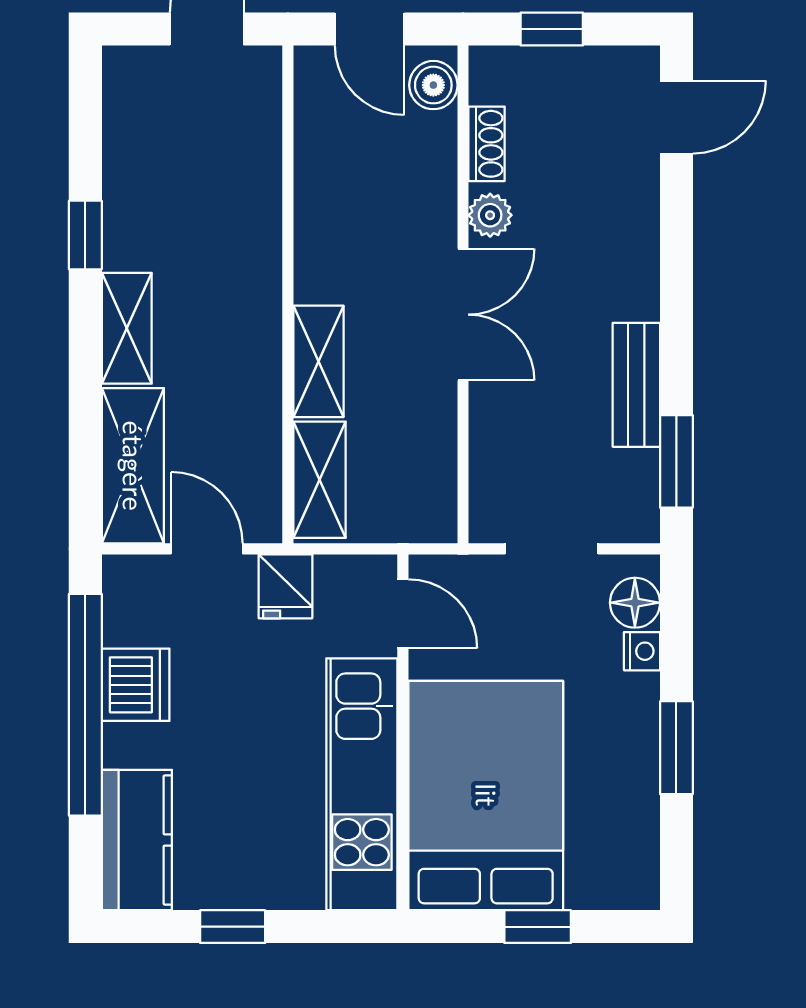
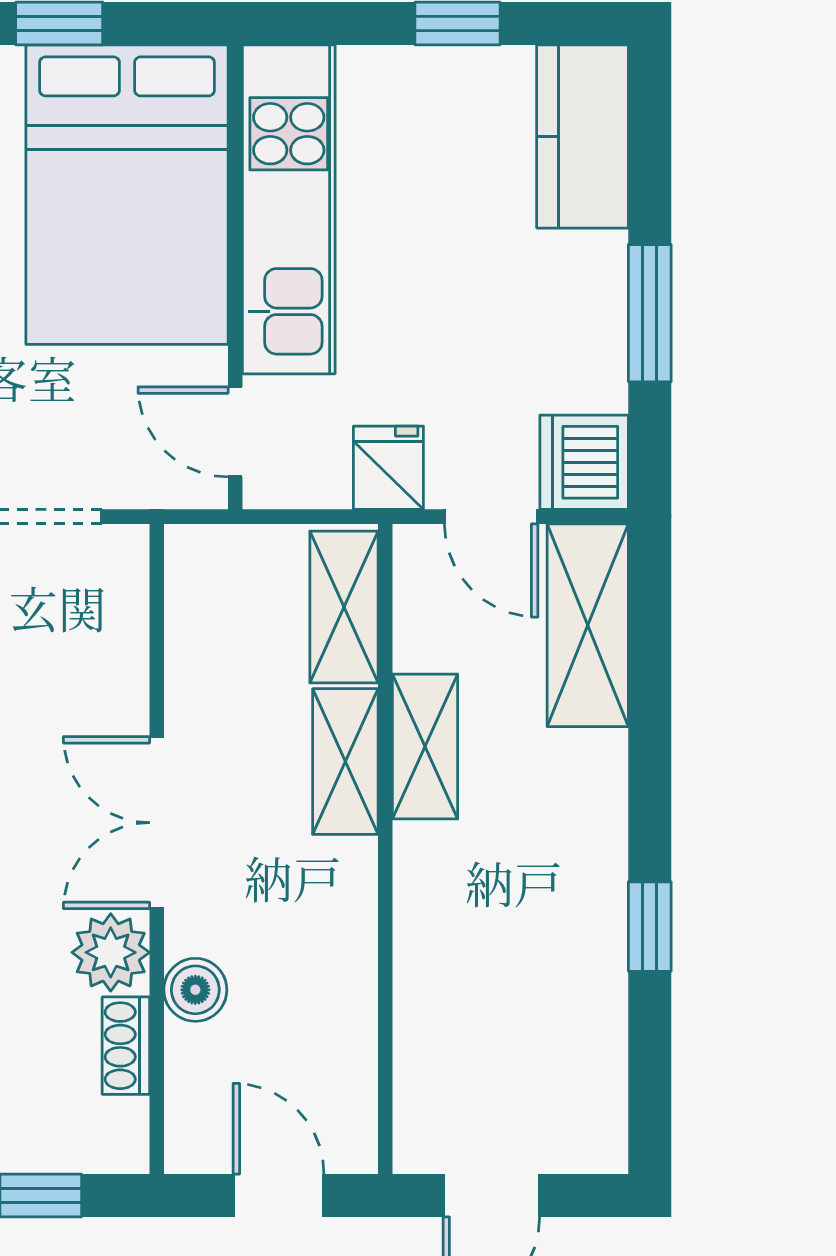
boiler: (433, 85) -> (195, 990), moved
plant: (490, 215) -> (111, 952), width x1.38, depth x1.38
shelving: (127, 328) -> (425, 746), moved
dishwasher: (136, 685) -> (584, 462), moved
window: (85, 705) -> (650, 313), width x0.47

